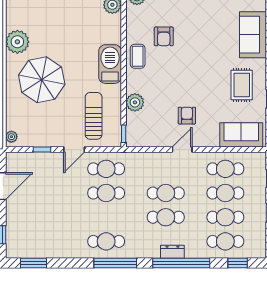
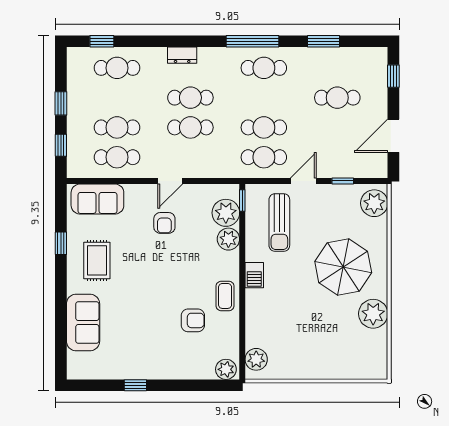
armchair: (164, 36) -> (193, 320), turned 90
barbecue: (110, 64) -> (254, 275), width x0.53, depth x0.65
plant: (137, 124) -> (226, 213), added
plant: (11, 137) -> (374, 203), width x1.87, depth x1.87
cafe table: (225, 217) -> (337, 98), moved
window: (33, 263) -> (324, 41), moved
window: (181, 263) -> (171, 41), removed

